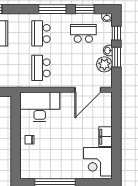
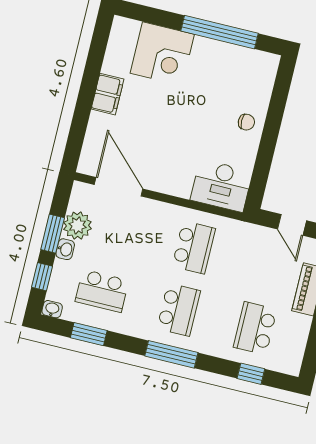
window: (52, 9) -> (171, 354), moved
door: (88, 90) -> (119, 187), hinge flipped
desk: (40, 107) -> (221, 186), width x0.73, depth x0.77
corner desk: (98, 162) -> (162, 54), moved, turned 90

